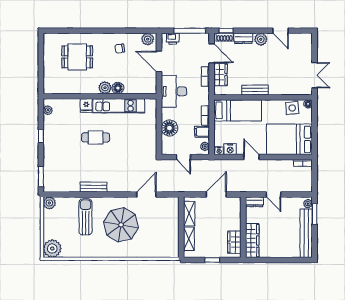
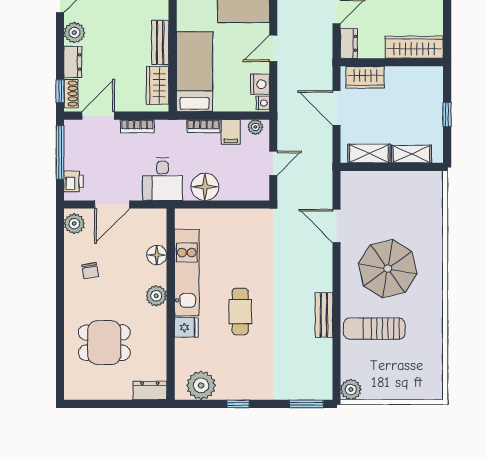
dining table: (77, 57) -> (104, 343), turned 90
wardrobe: (221, 74) -> (158, 85), moved, turned -90
dresser: (49, 84) -> (150, 391), added
floor lamp: (118, 88) -> (157, 255), moved
desk: (174, 91) -> (162, 179), width x0.73
plant: (48, 110) -> (201, 385), width x1.87, depth x1.87
floor lamp: (169, 128) -> (205, 187), moved
wardrobe: (234, 242) -> (365, 77), moved
plant: (52, 249) -> (428, 385), removed

